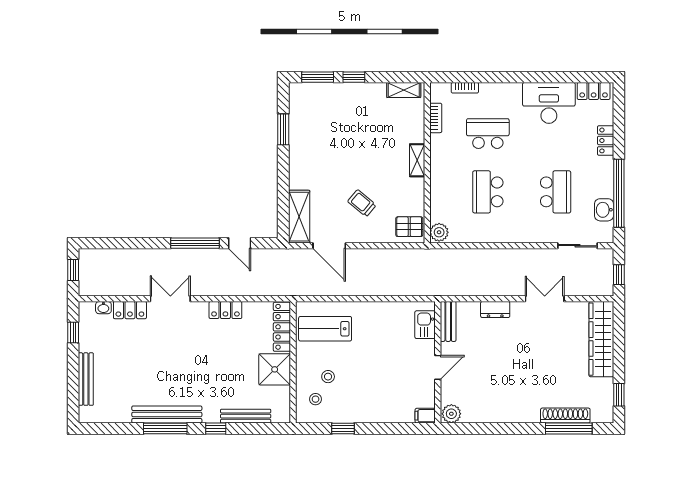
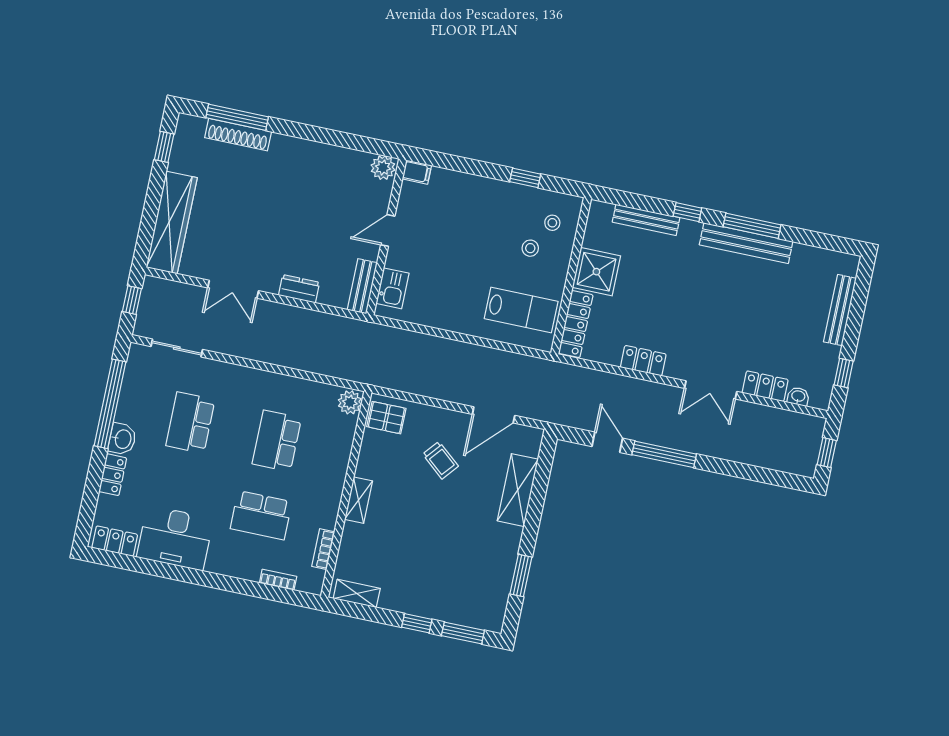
school desk: (488, 192) -> (277, 441), turned 180
washbasin: (604, 210) -> (122, 439), moved
shelving: (299, 217) -> (518, 490), moved
door: (329, 246) -> (494, 415), swing flipped

